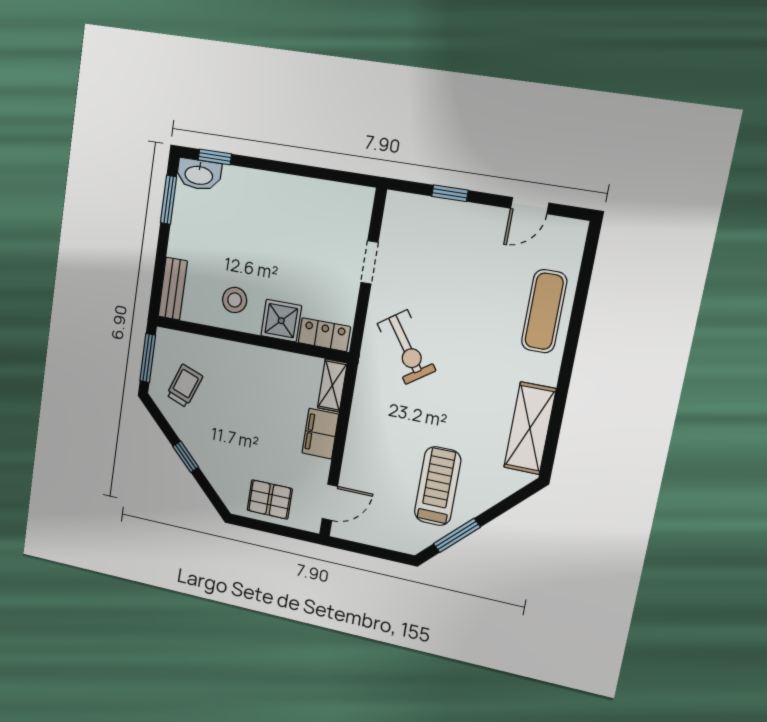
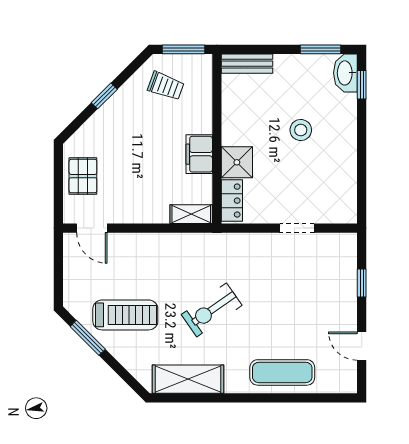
stool: (235, 300) -> (301, 130), moved
exercise bike: (407, 347) -> (212, 310), moved
filing cabinet: (320, 434) -> (199, 154), moved, turned -90

